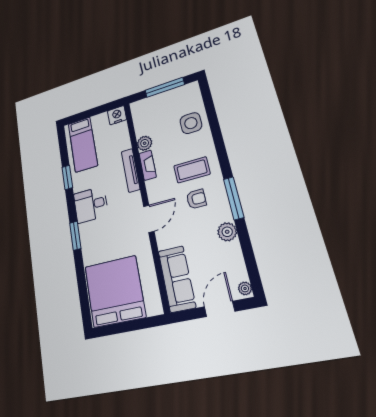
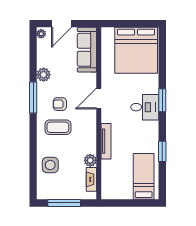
nightstand: (117, 115) -> (109, 193), removed
fireplace: (148, 165) -> (91, 179), moved
desk: (91, 205) -> (145, 107), moved

